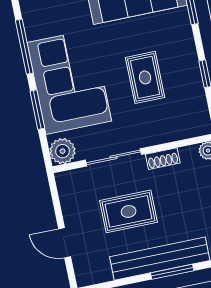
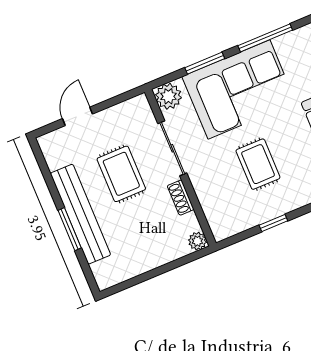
rug: (145, 77) -> (258, 164), turned 90

